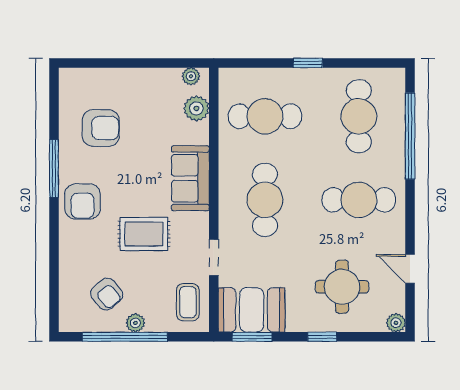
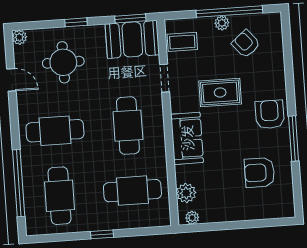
coffee table: (188, 302) -> (182, 42), turned 90

